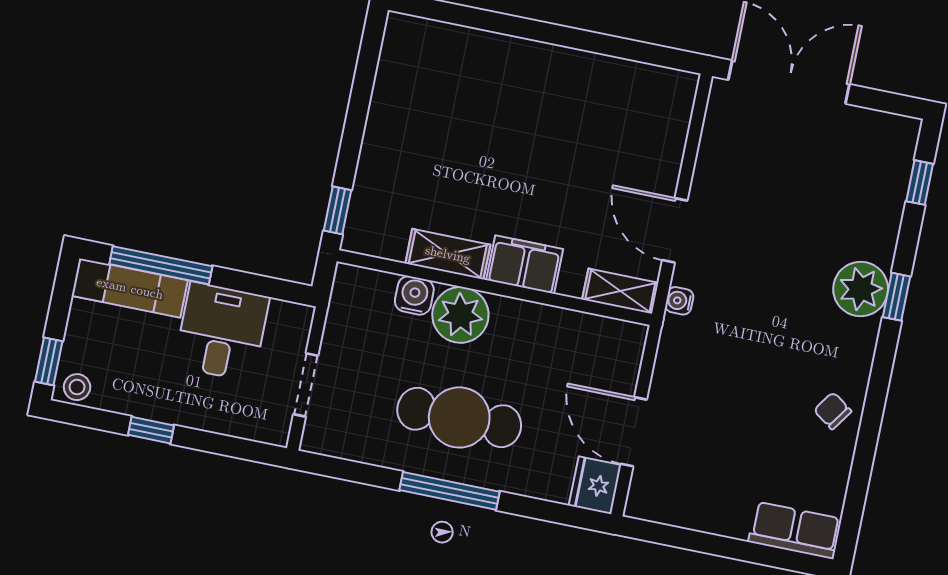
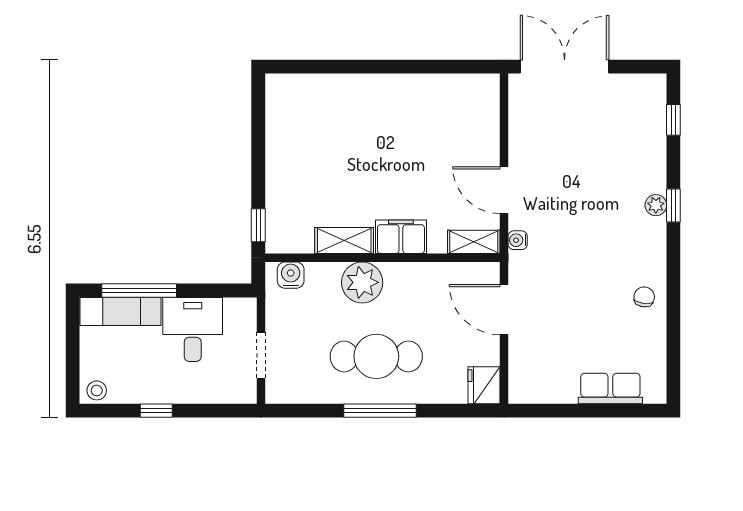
plant: (861, 289) -> (656, 205), width x0.53, depth x0.53
water cooler: (414, 295) -> (291, 275), moved
window: (49, 361) -> (73, 376), removed
chair: (833, 411) -> (644, 297), turned 63
door: (634, 432) -> (504, 310), moved
row of seats: (795, 530) -> (610, 389), moved

